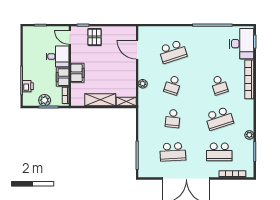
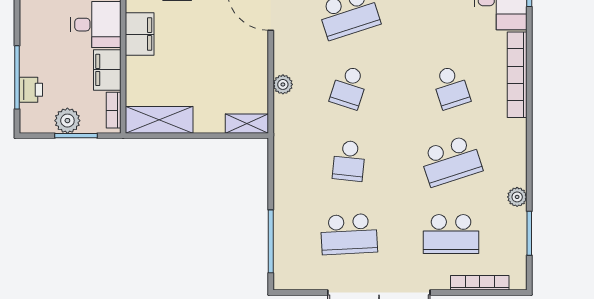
filing cabinet: (77, 73) -> (140, 34), moved
shelving: (100, 100) -> (159, 120), moved

